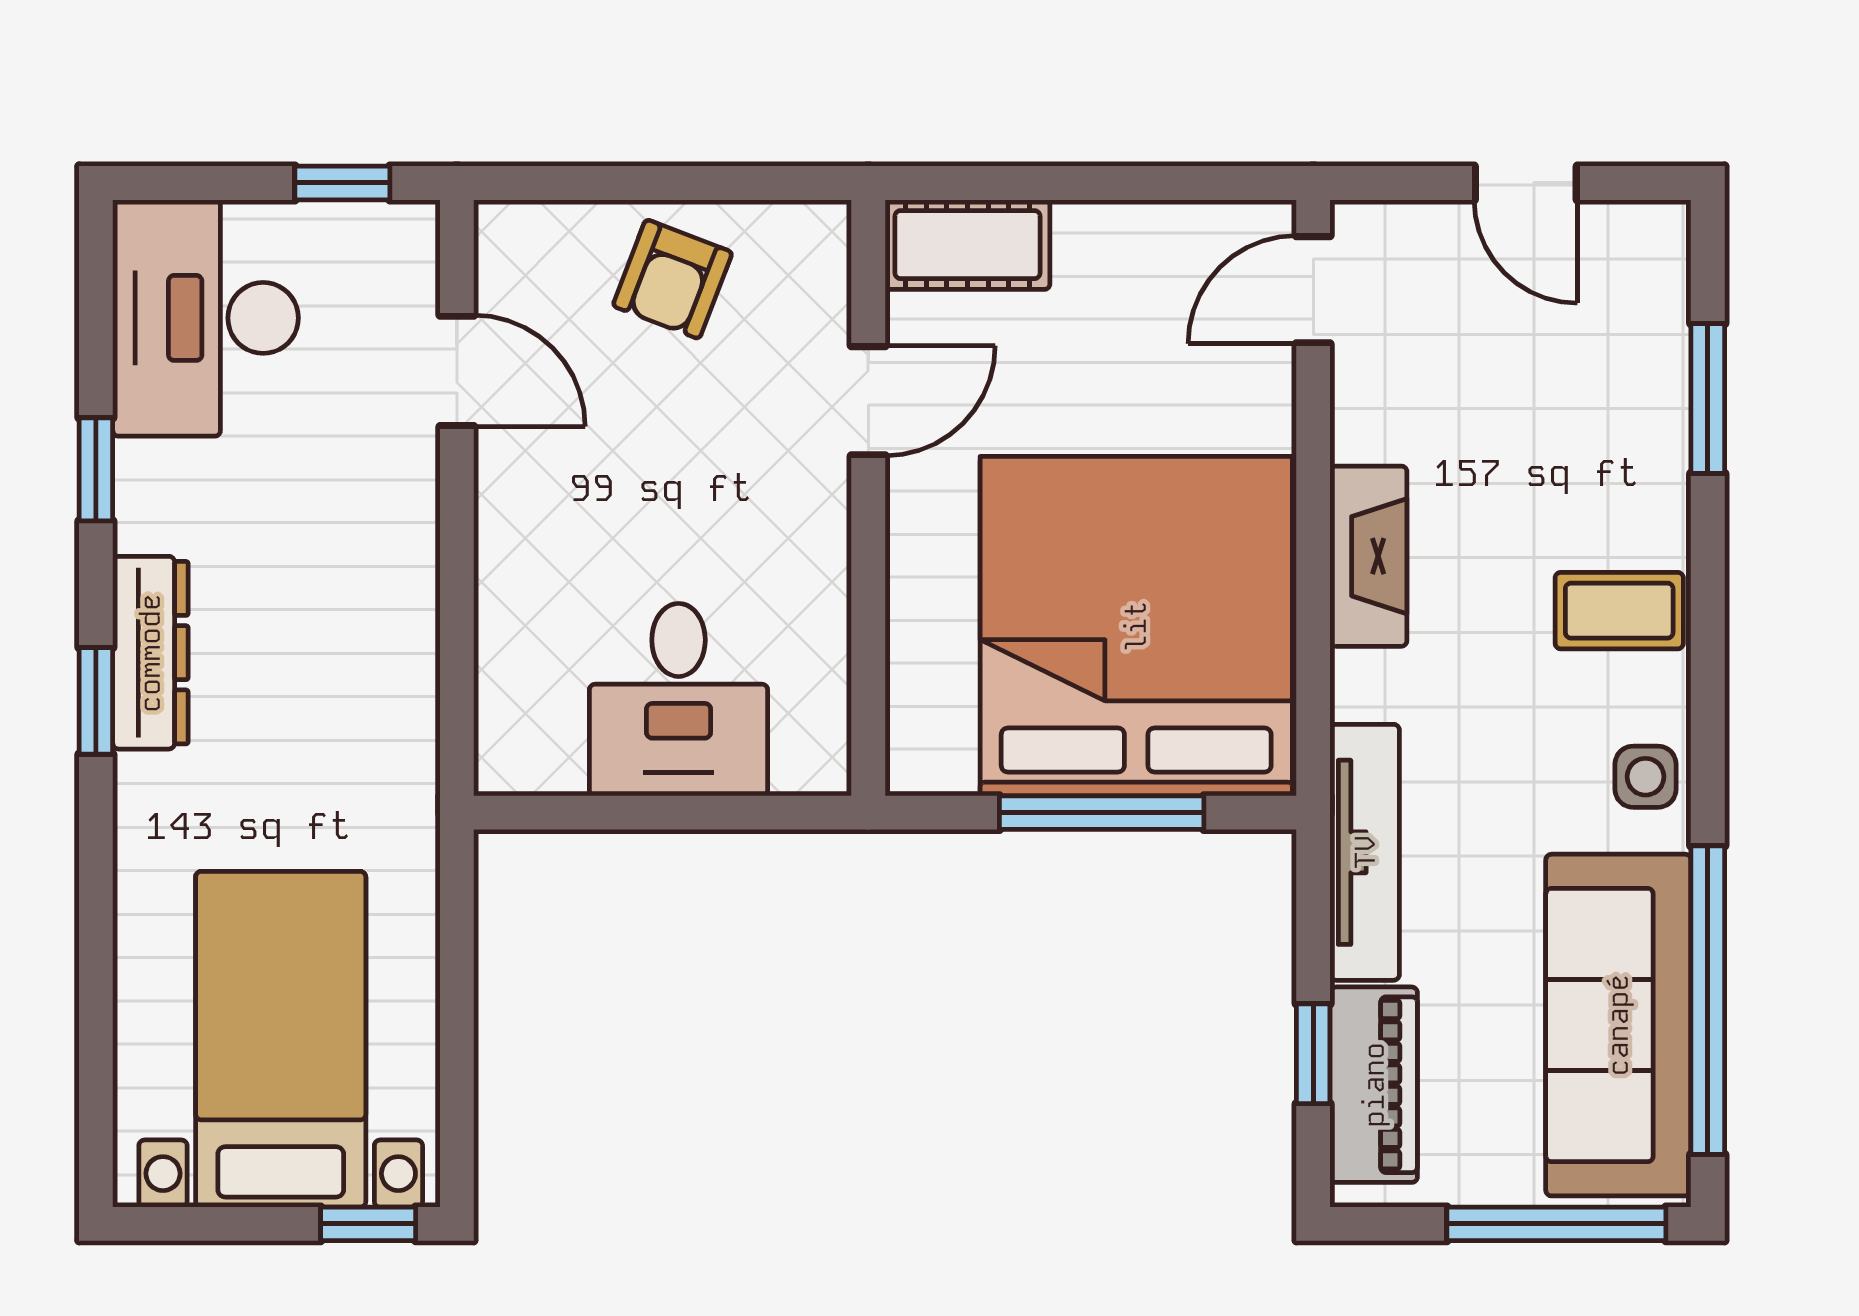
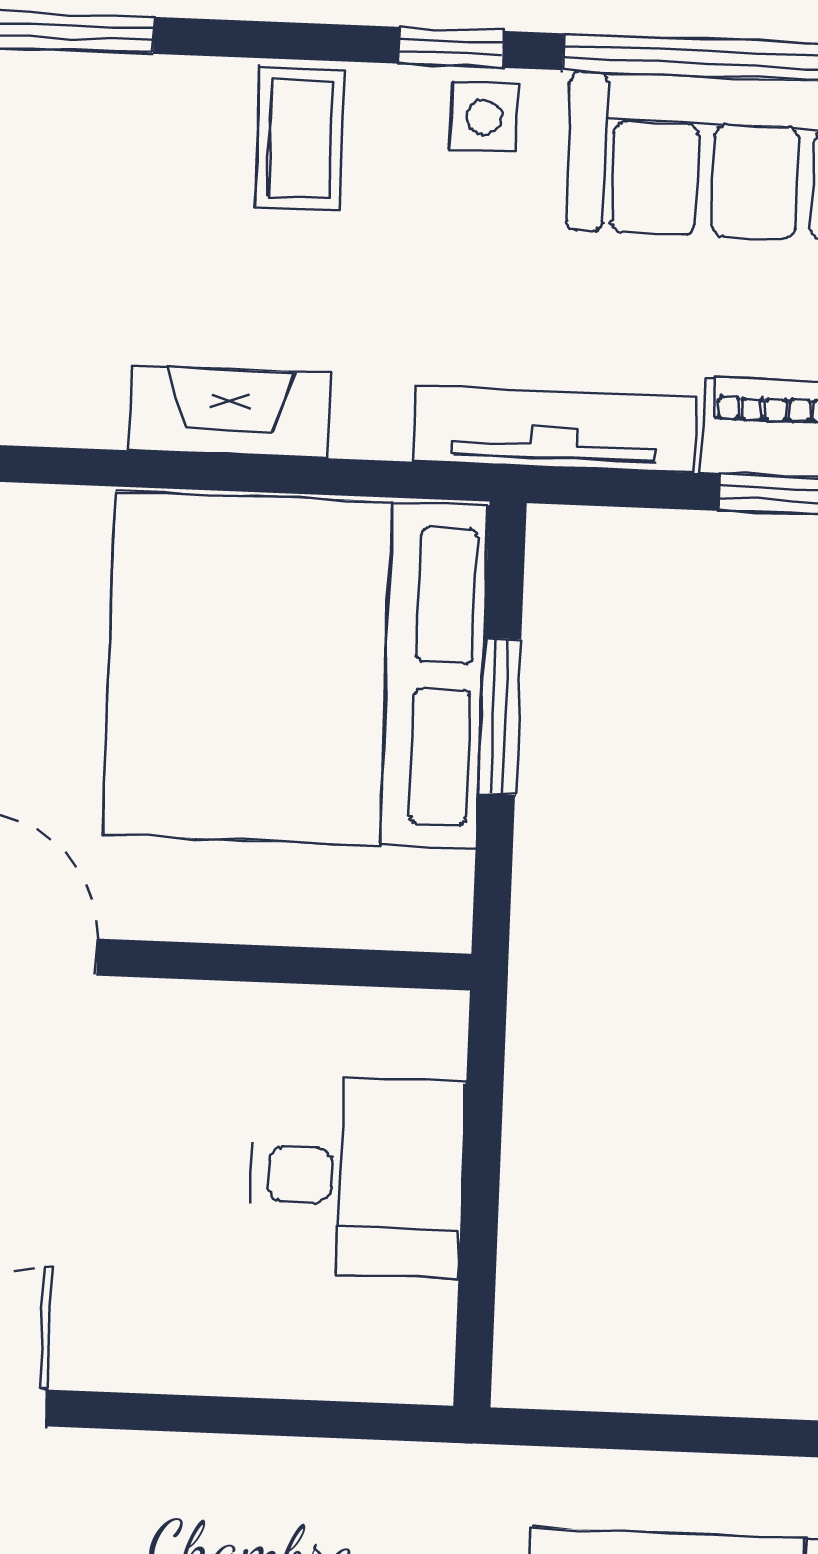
window: (1708, 744) -> (451, 47), added
window: (1102, 813) -> (500, 717), width x0.69

